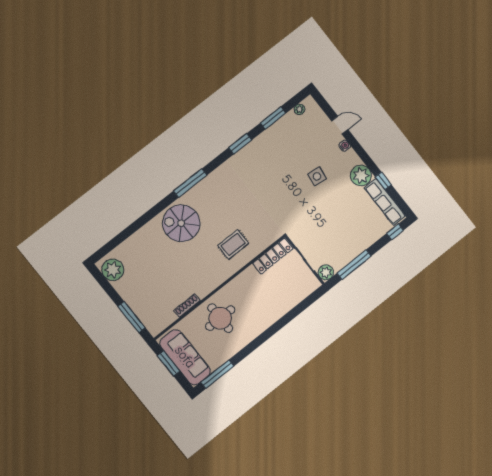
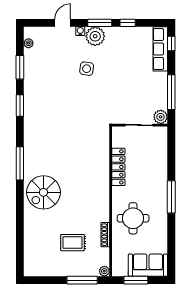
window: (365, 157) -> (100, 23), added
plant: (361, 176) -> (95, 36), moved
row of seats: (385, 202) -> (160, 49), moved, turned 90
rug: (233, 244) -> (73, 243), moved, turned 90
locker: (273, 256) -> (118, 167), moved
plant: (113, 270) -> (104, 271), moved, width x0.53, depth x0.53
sofa: (185, 357) -> (148, 265), width x0.73
window: (217, 374) -> (171, 197), moved

